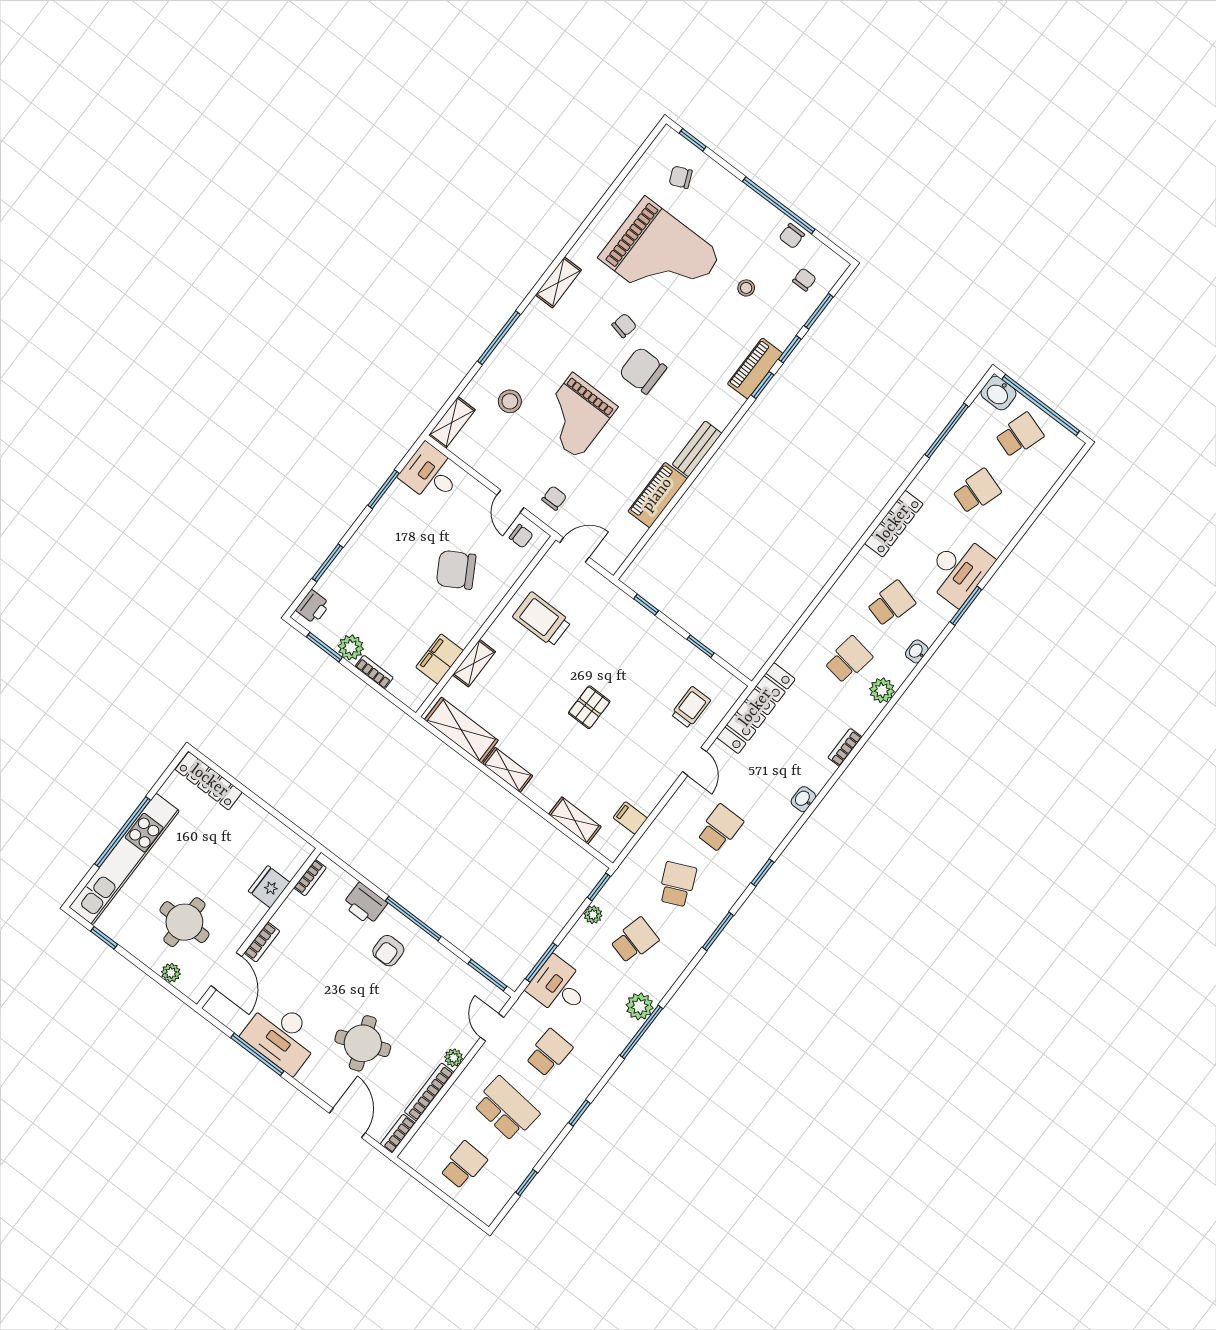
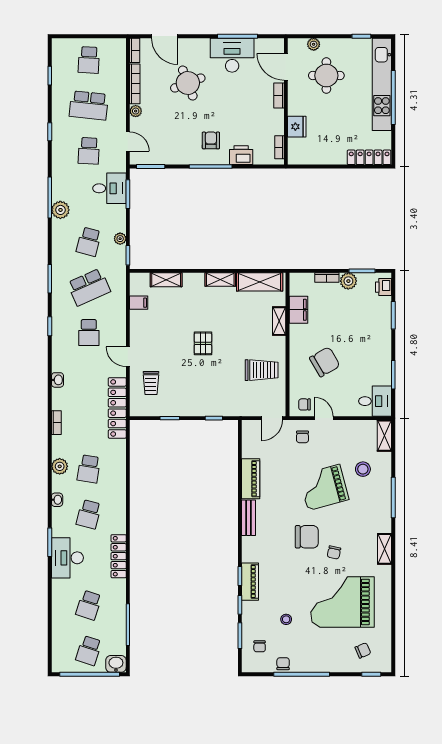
grand piano: (575, 416) -> (324, 487), turned -105
school desk: (677, 884) -> (89, 287), width x1.85

